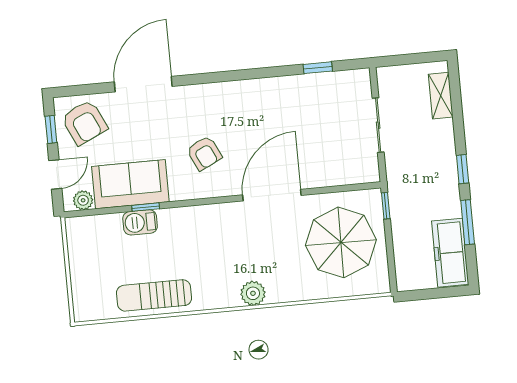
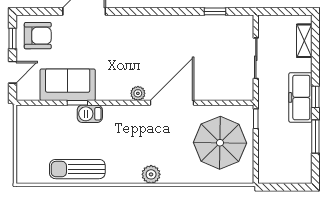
armchair: (84, 123) -> (38, 36), turned -65
armchair: (204, 153) -> (125, 67), removed
plant: (83, 200) -> (138, 93), moved
barbecue: (140, 222) -> (90, 114), moved
freezer: (450, 253) -> (300, 97), moved

